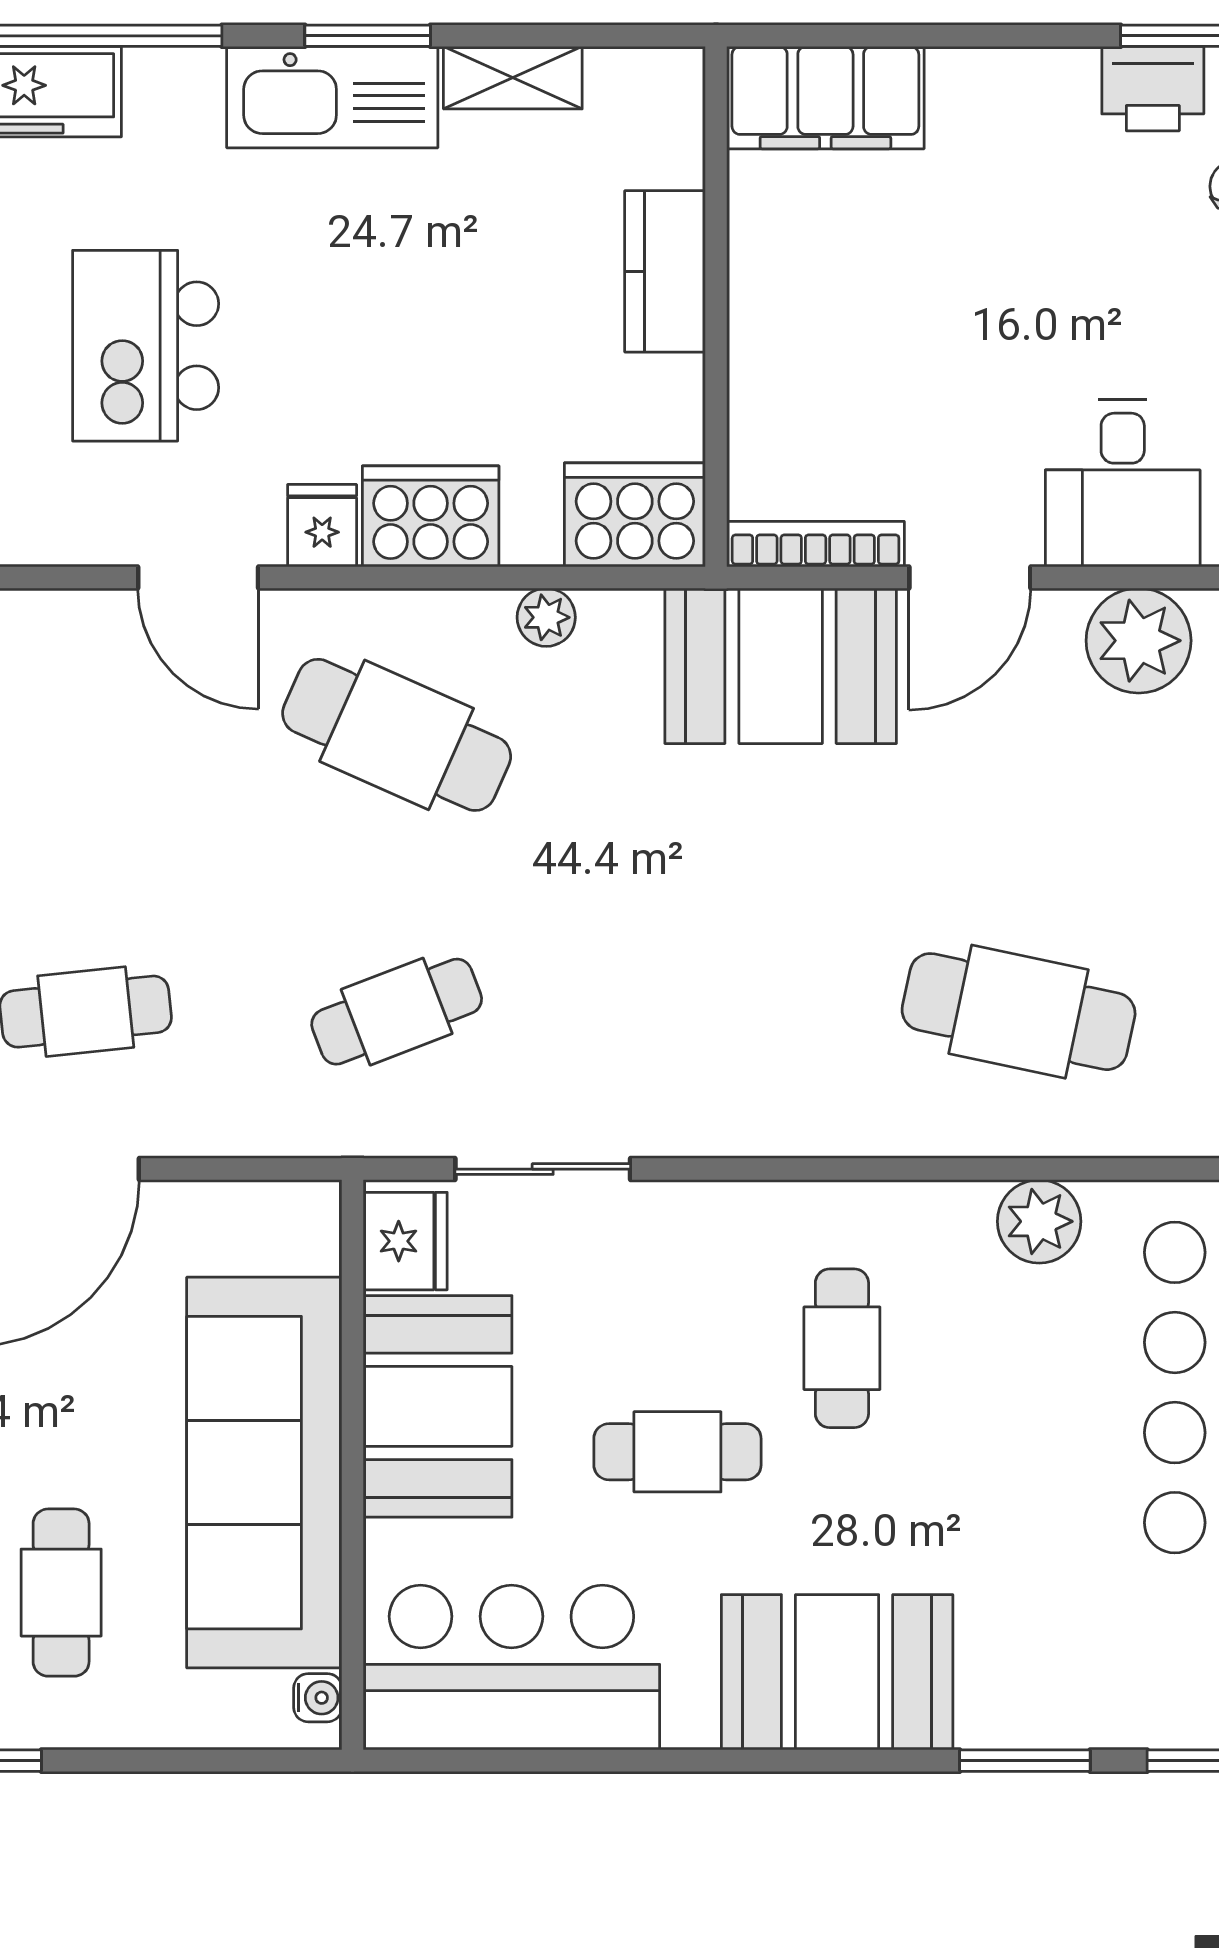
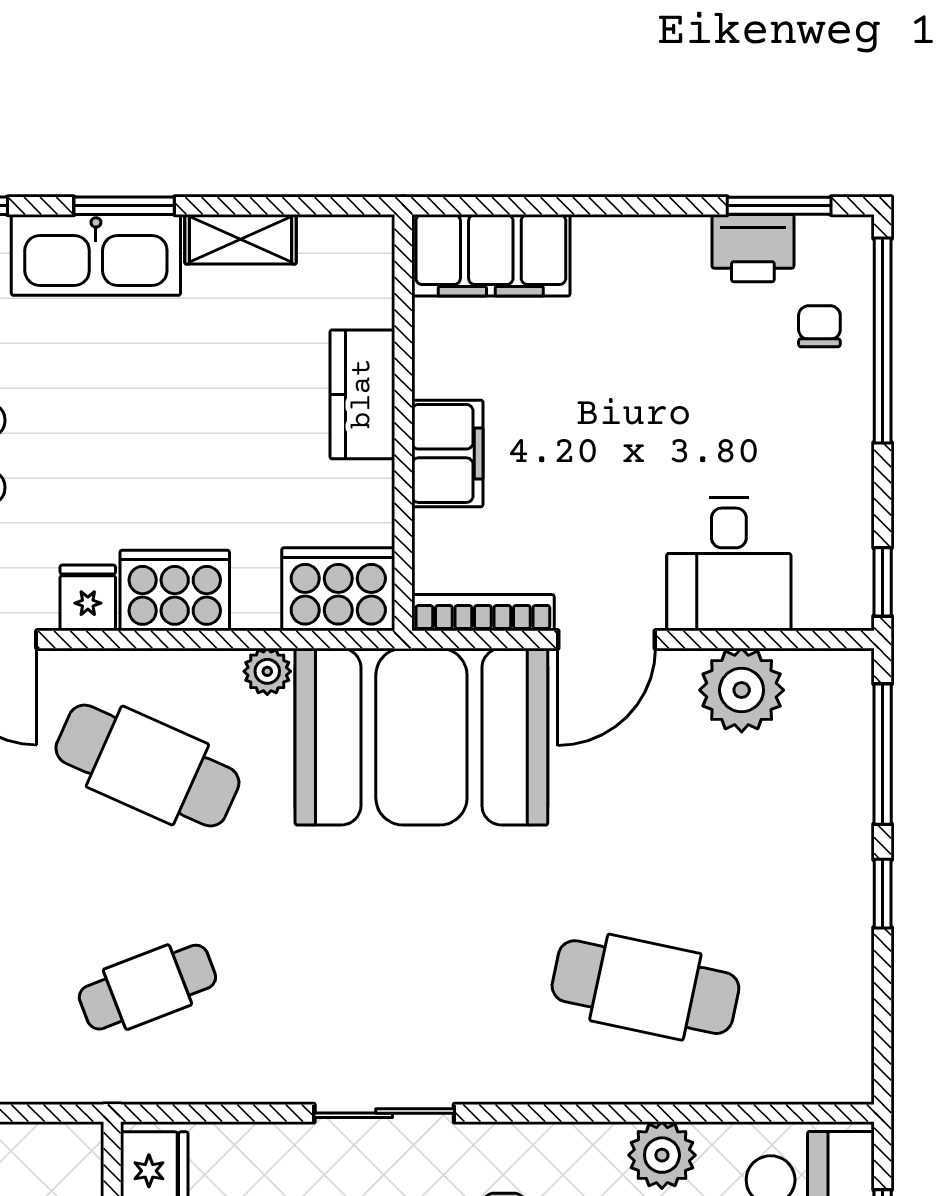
filing cabinet: (771, 345) -> (447, 453), added
booth: (781, 666) -> (421, 737), width x1.36, depth x1.42
sliding door: (543, 1169) -> (384, 1113), moved

